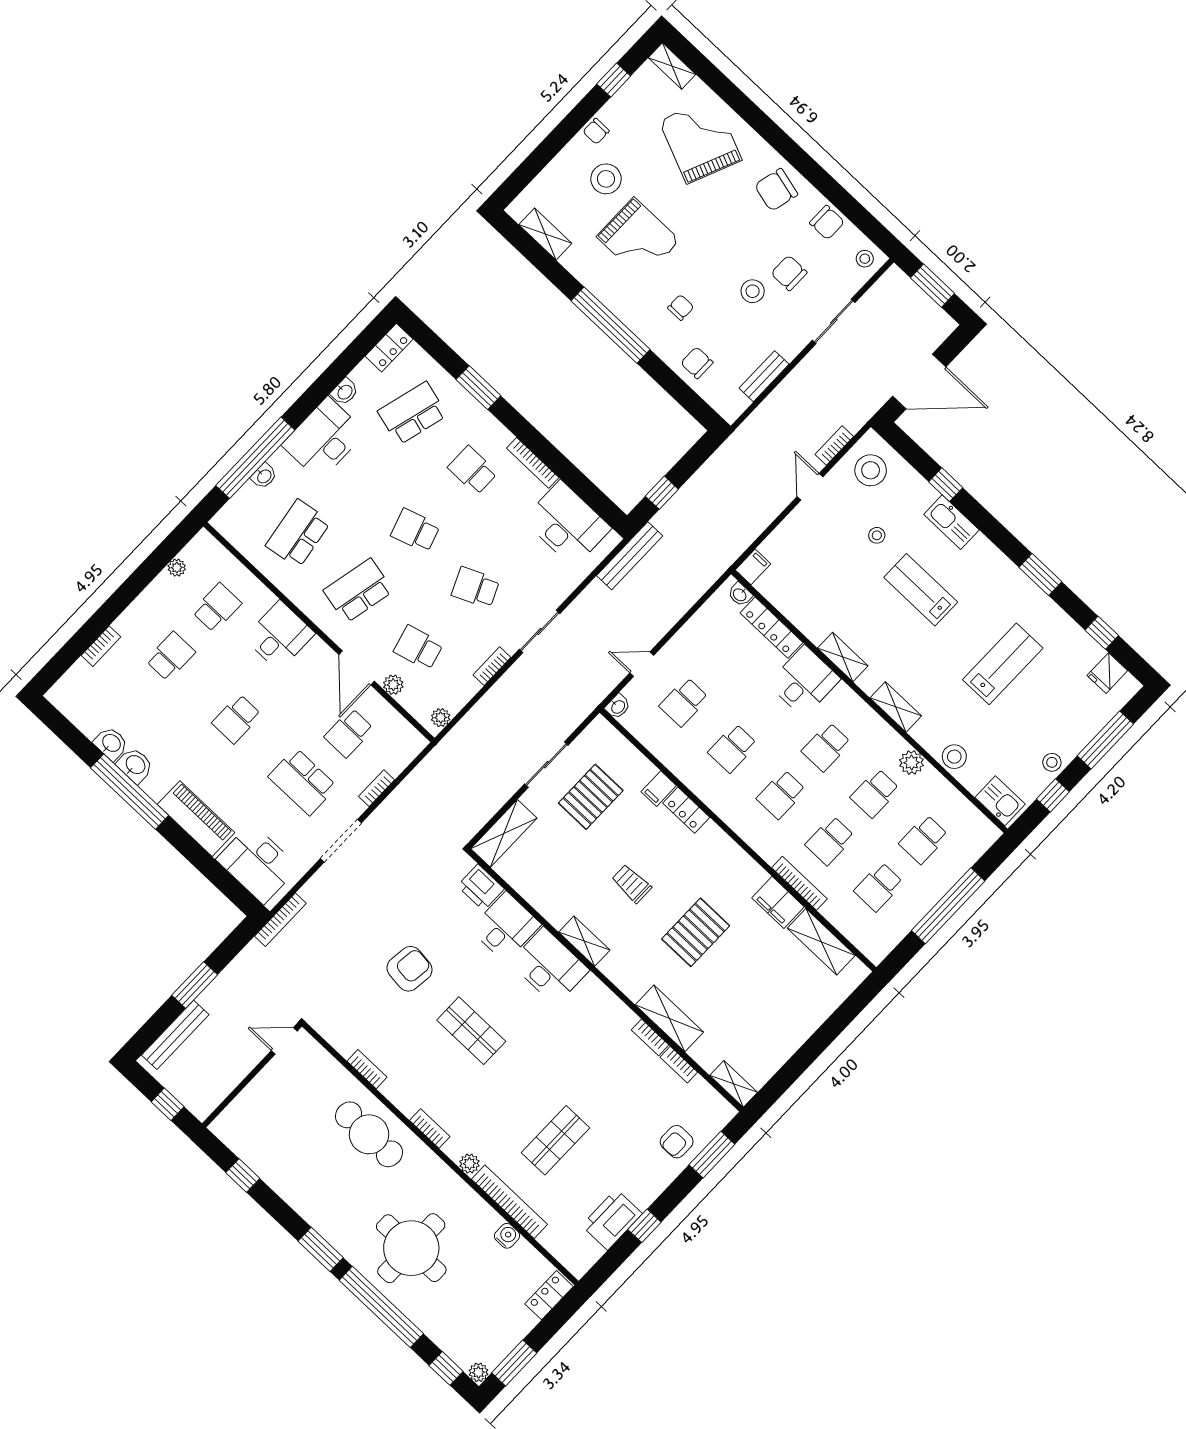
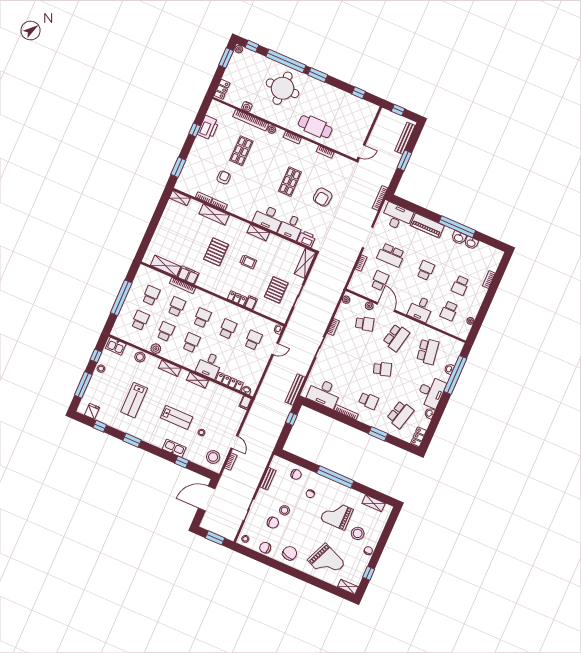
school desk: (476, 588) -> (351, 355), removed
school desk: (303, 782) -> (391, 255), turned 180
shop shelf: (471, 1031) -> (290, 182), turned 90
armchair: (677, 1142) -> (224, 177), moved

